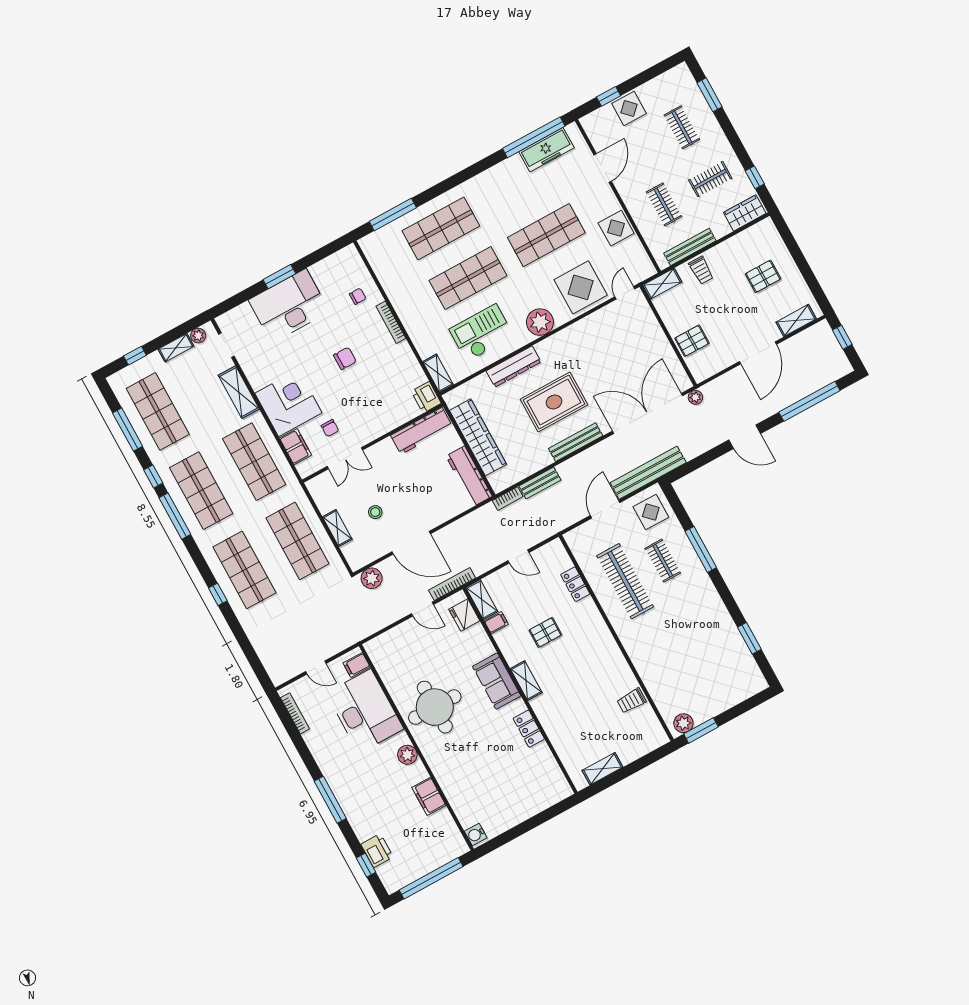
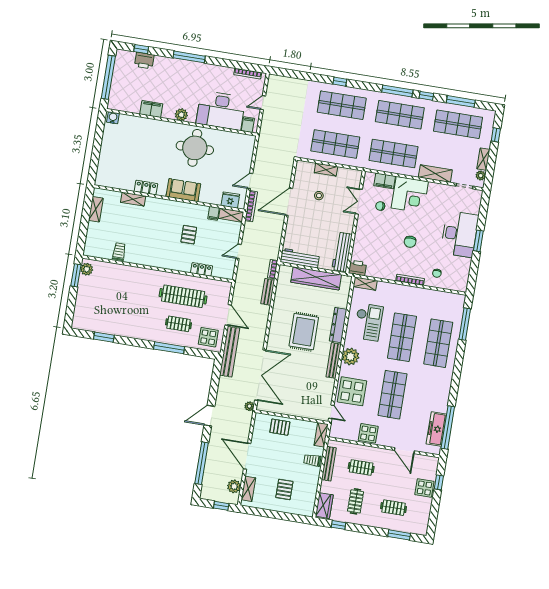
pallet: (692, 341) -> (280, 427), turned 90
bench: (576, 442) -> (334, 360), moved
plant: (372, 578) -> (234, 486), moved
shelving: (526, 681) -> (133, 199), moved

